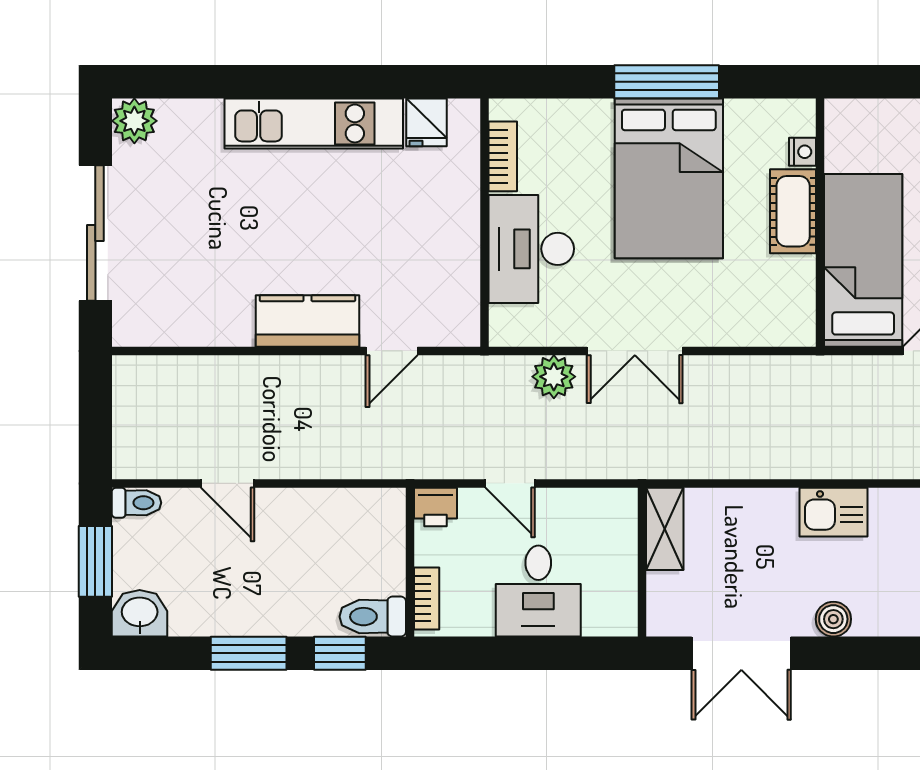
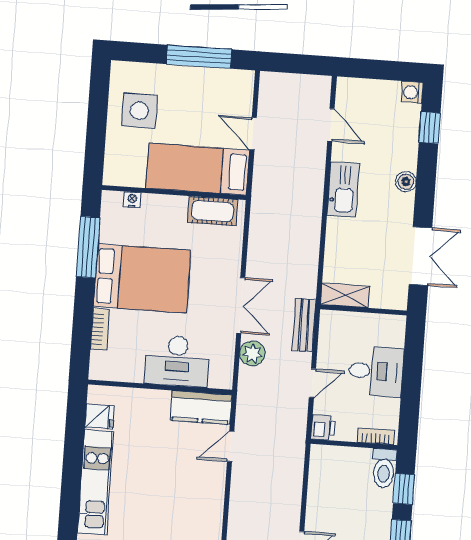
window: (667, 82) -> (88, 247), moved
bookcase: (503, 156) -> (100, 329), moved, turned 90
cot: (793, 211) -> (213, 211), moved
kitchen counter: (307, 321) -> (201, 407), moved, turned -90
door: (392, 351) -> (231, 446), swing flipped
bench: (609, 462) -> (304, 325), added
kitchen sink: (833, 512) -> (343, 189), width x1.38
boiler: (833, 619) -> (406, 182), moved

